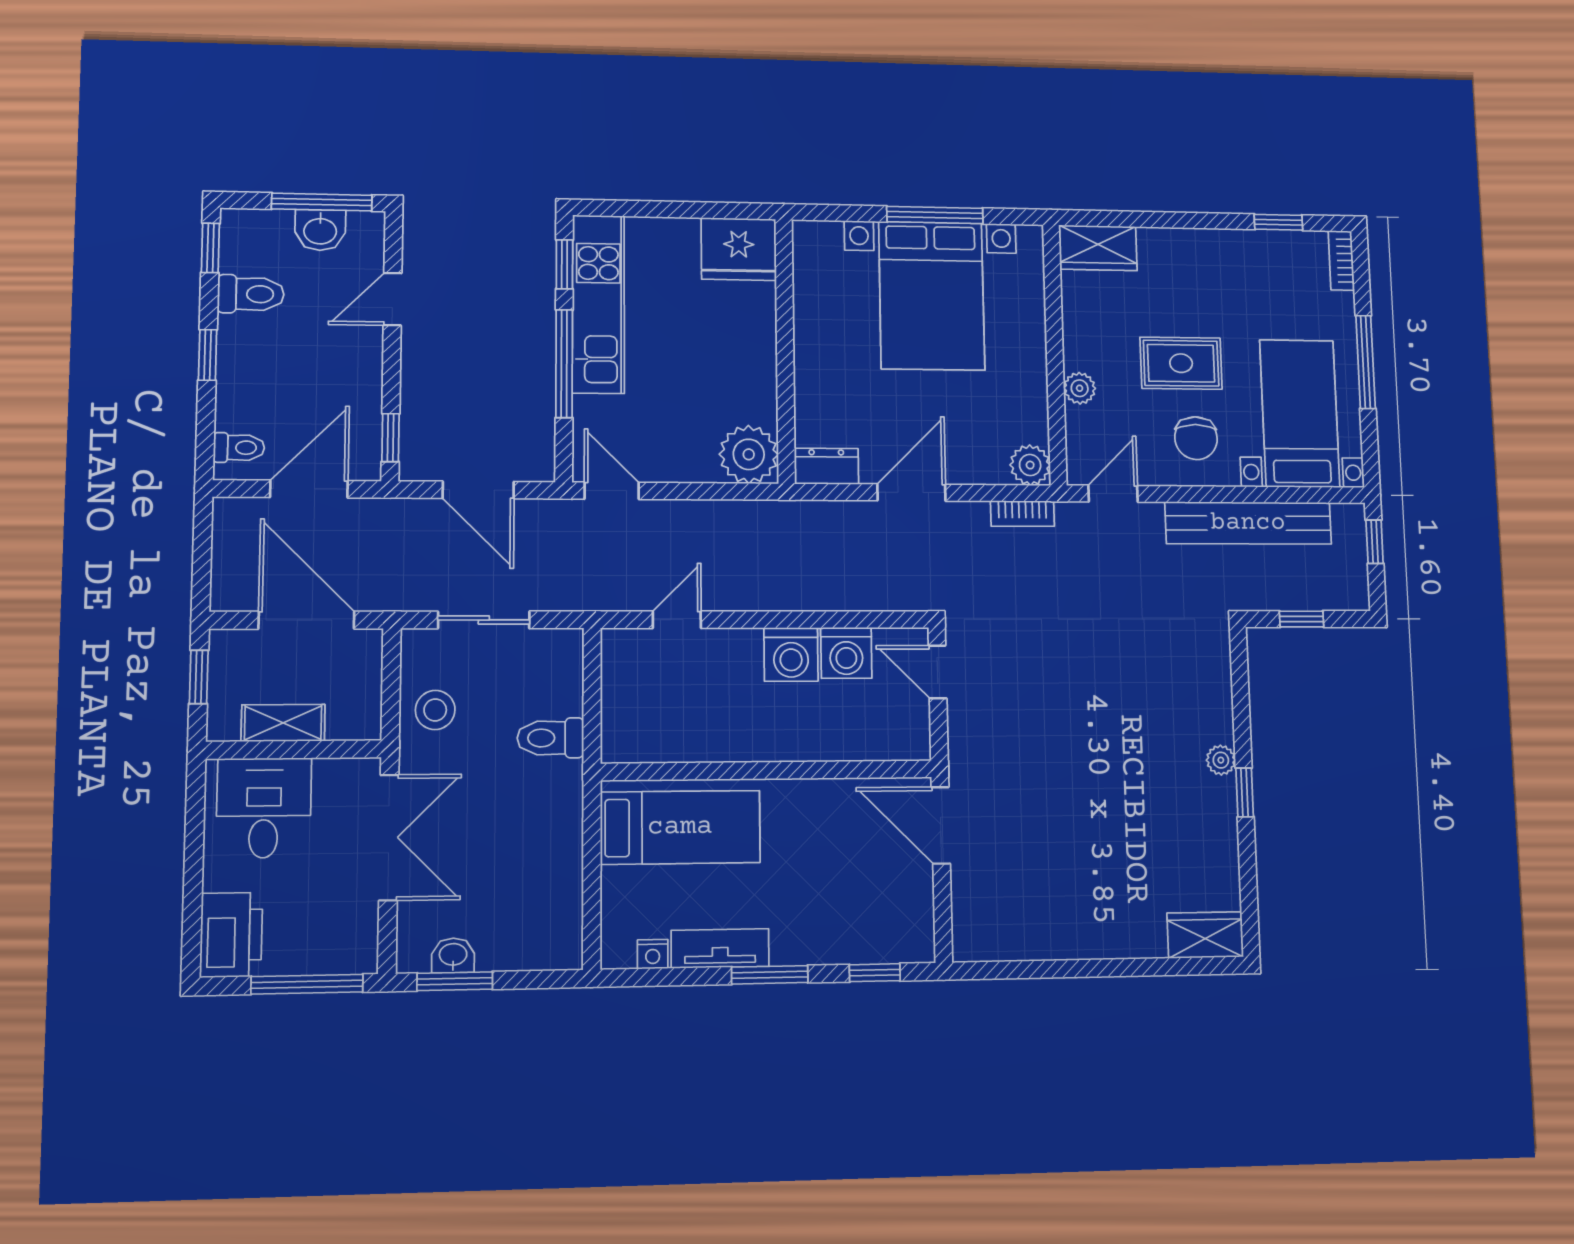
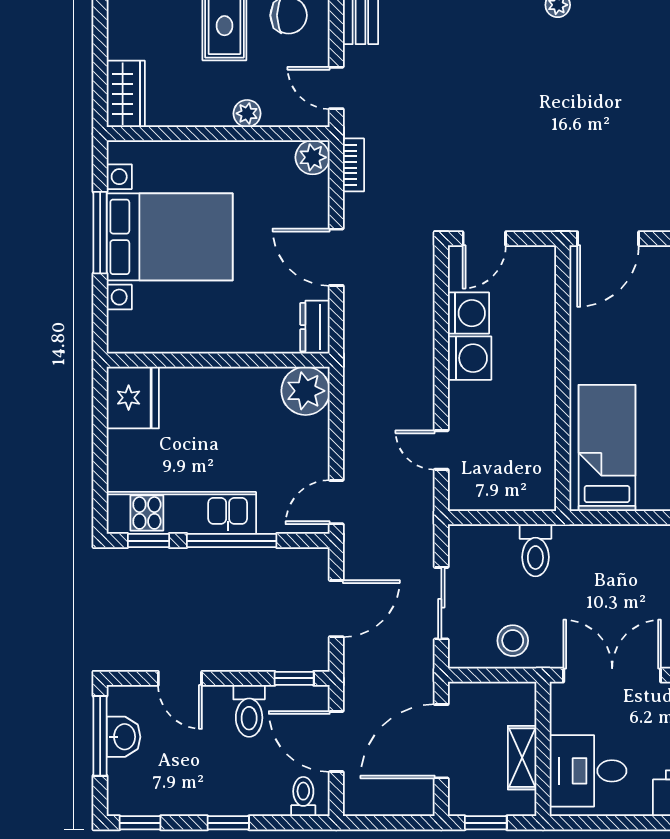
toilet: (251, 294) -> (249, 711), moved, turned 180

